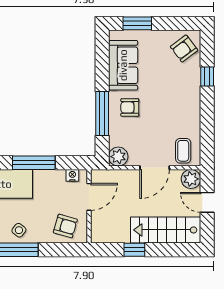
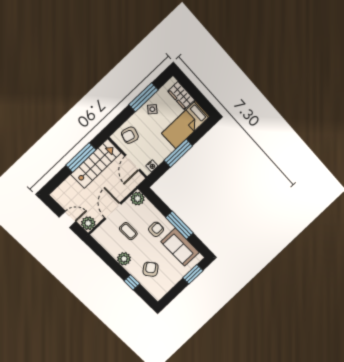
armchair: (184, 49) -> (151, 269), moved
plant: (191, 109) -> (124, 259), added
window: (102, 114) -> (180, 225), moved
coffee table: (183, 151) -> (128, 231), moved
stairs: (166, 230) -> (96, 164), moved
window: (134, 250) -> (81, 157), width x2.17

